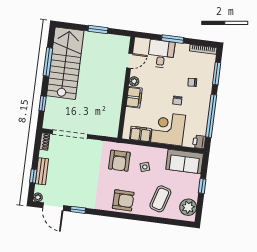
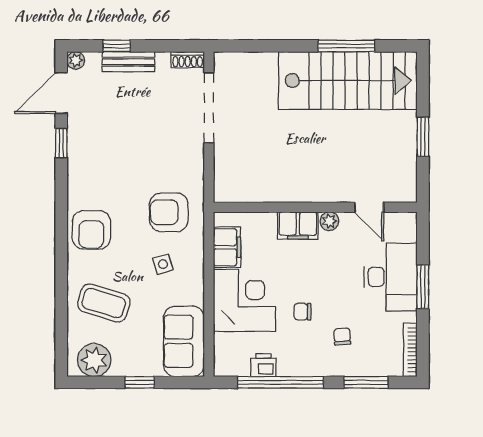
desk: (161, 54) -> (391, 277), width x1.37
window: (43, 104) -> (262, 46), removed
printer: (199, 142) -> (263, 365), moved

